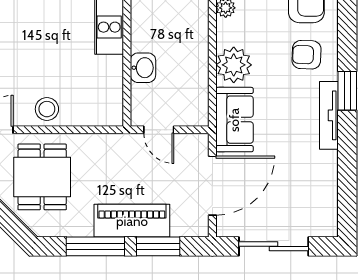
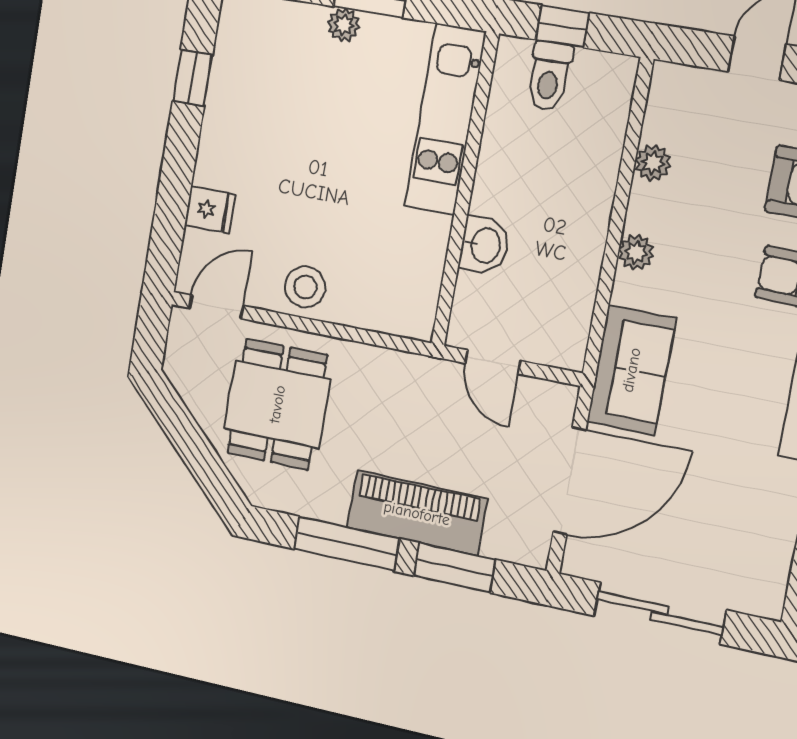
plant: (234, 65) -> (636, 252), width x0.53, depth x0.53

